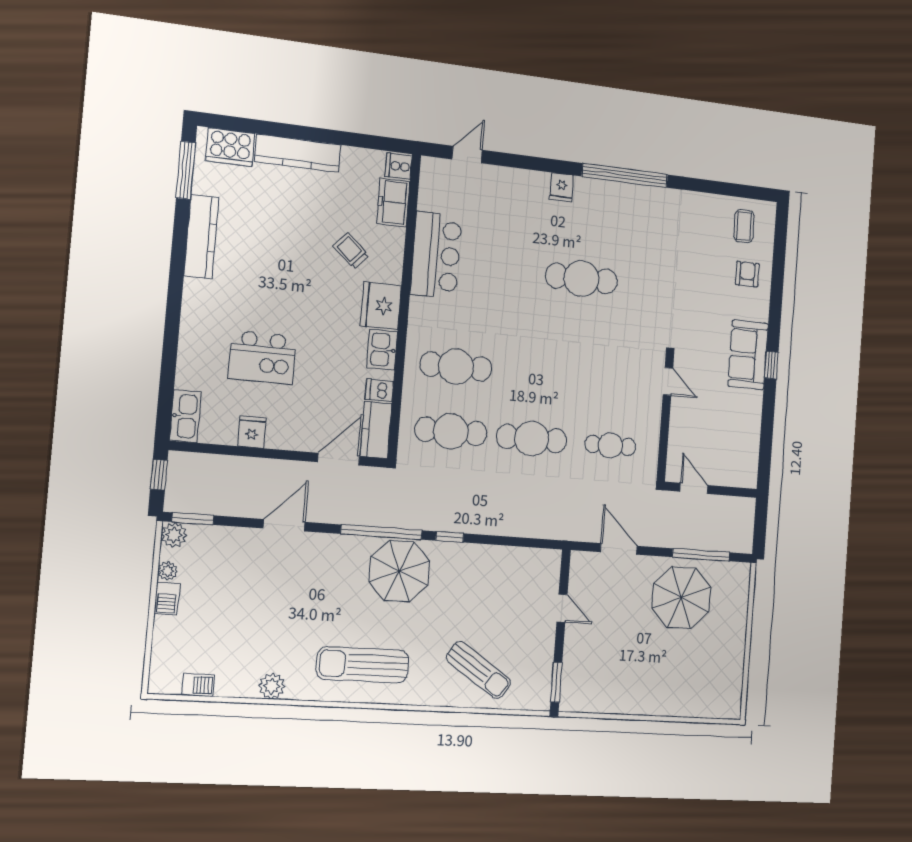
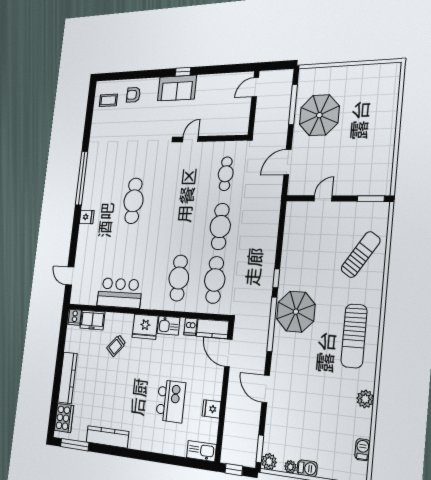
door: (694, 488) -> (255, 87), moved

